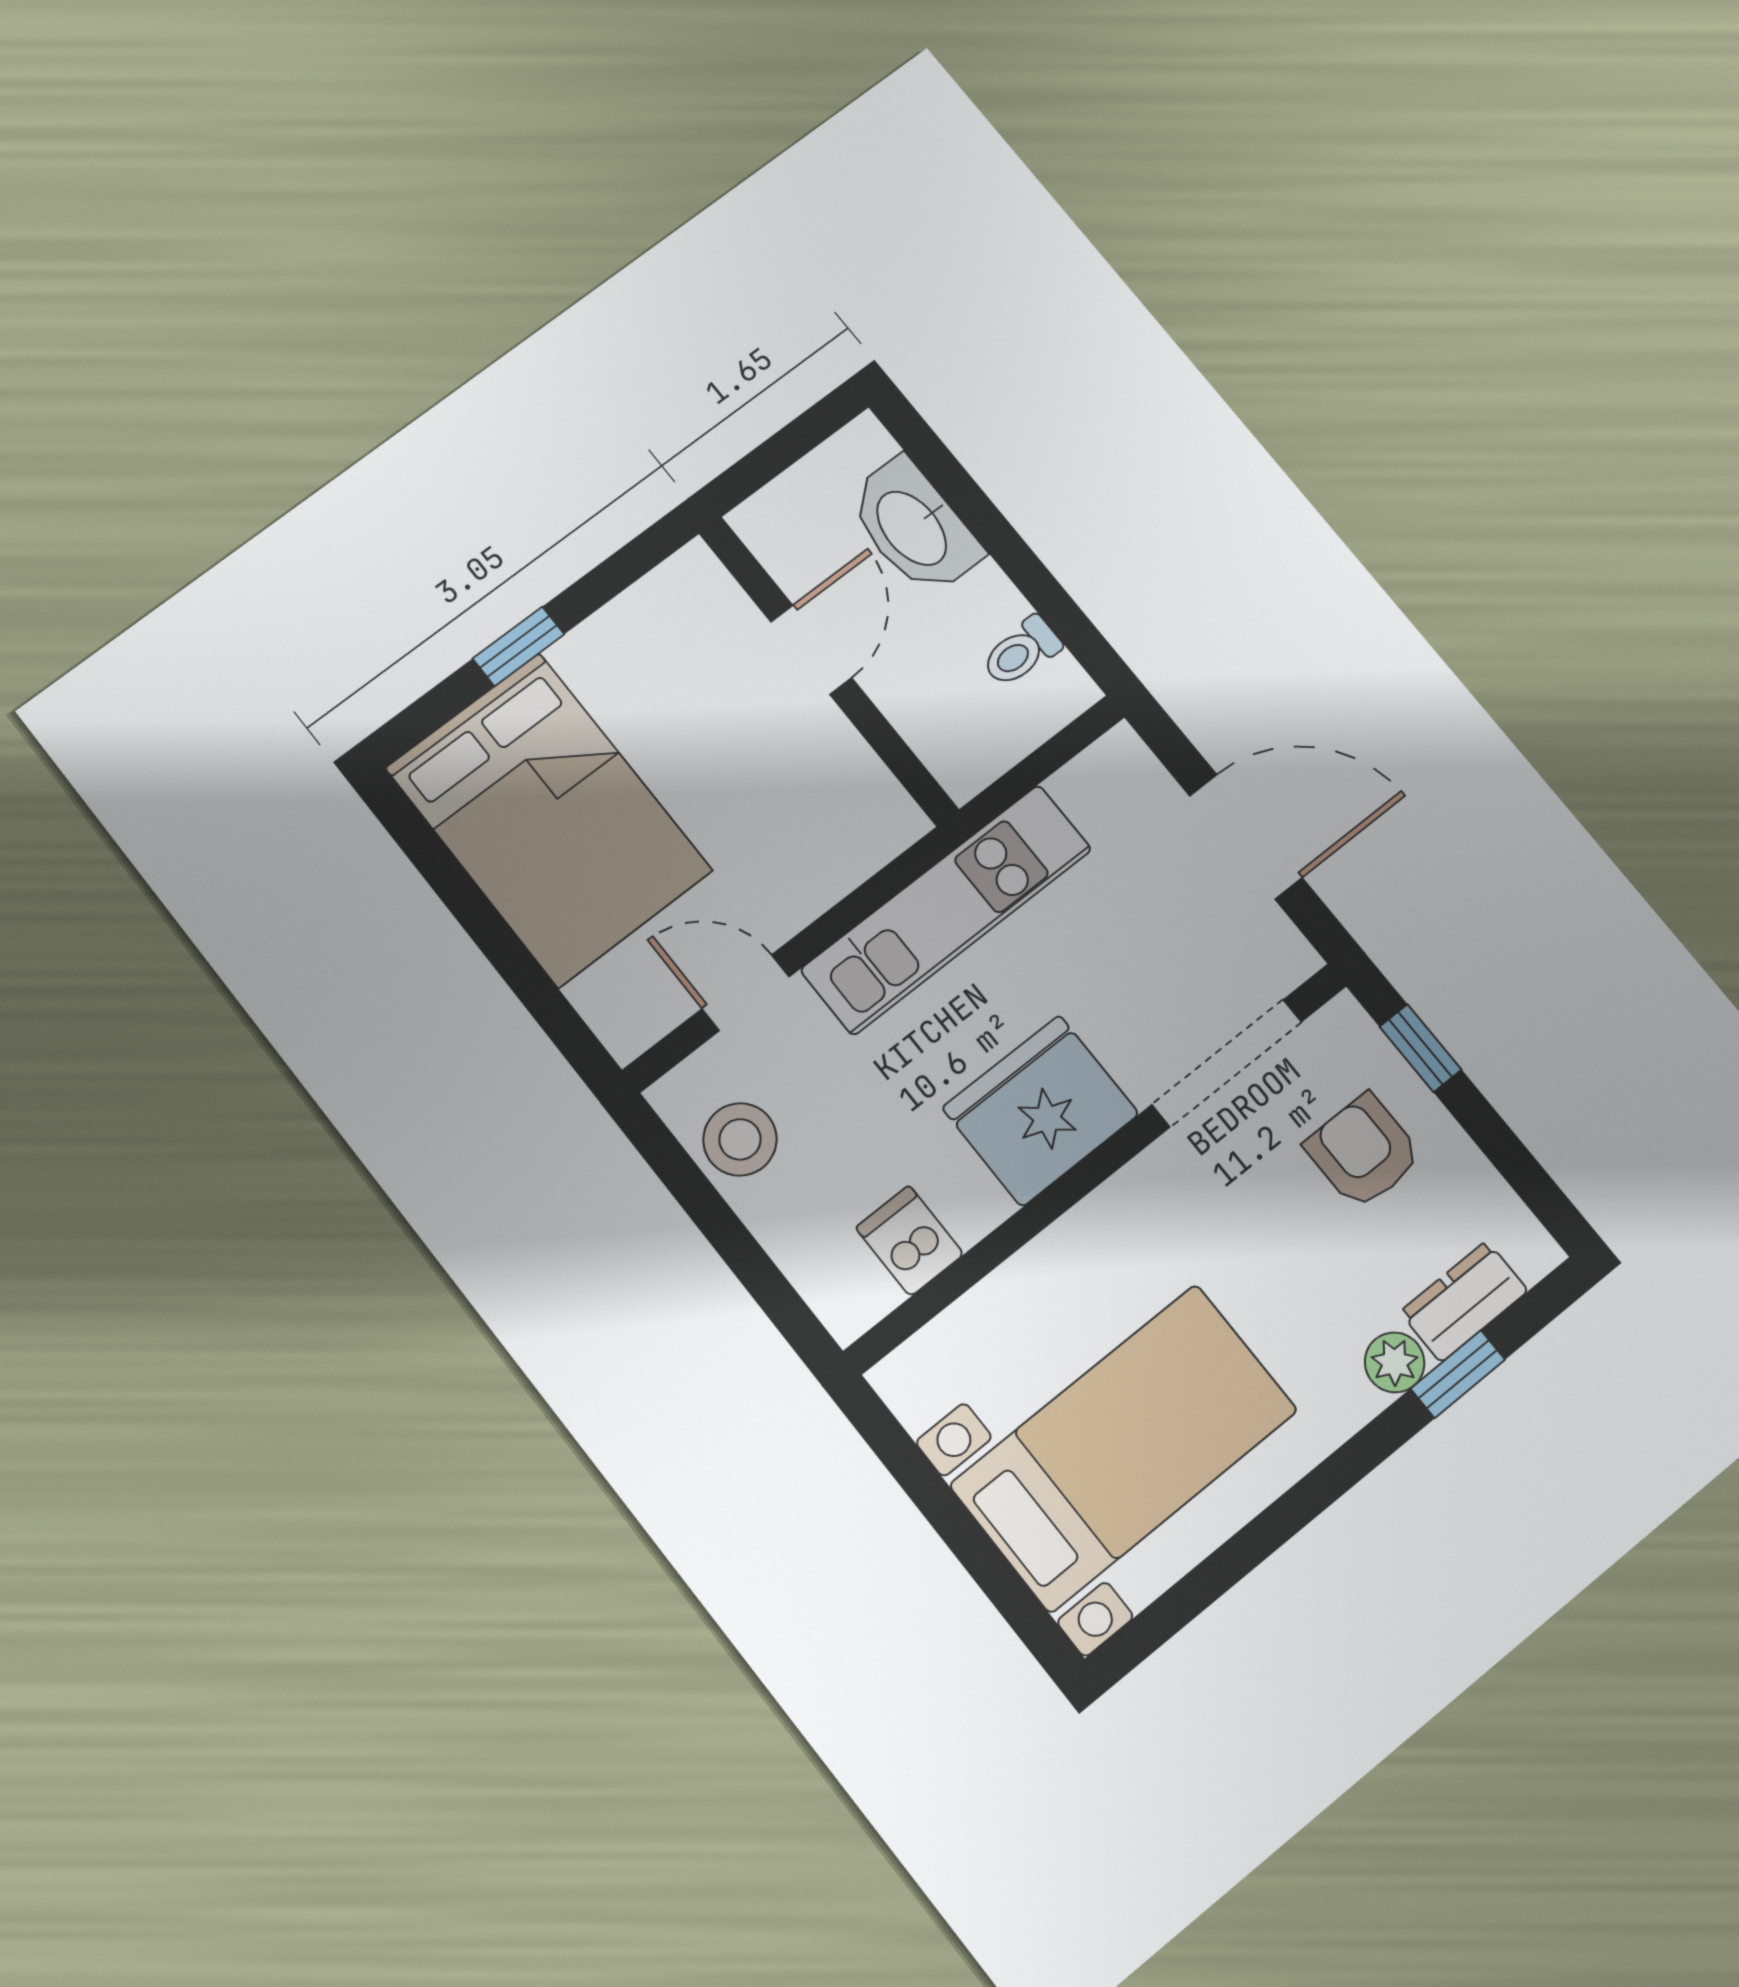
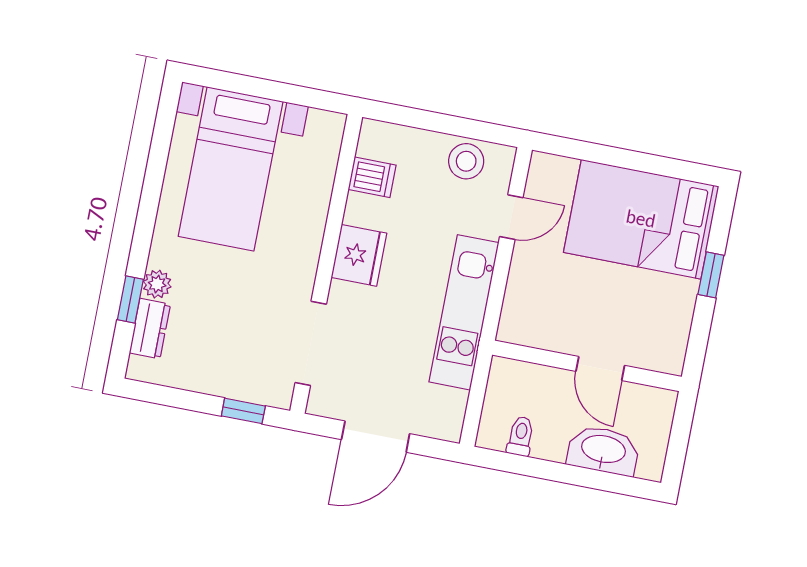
fridge: (1041, 1111) -> (359, 255), width x0.73, depth x0.75
armchair: (1363, 1151) -> (233, 353), removed

